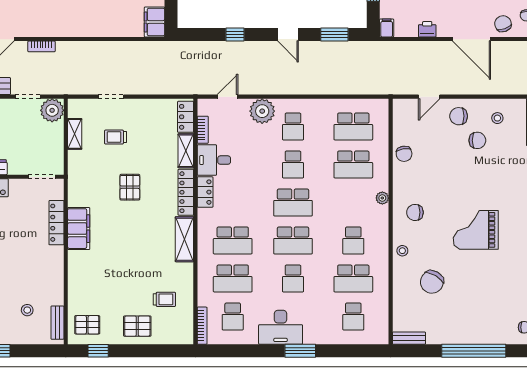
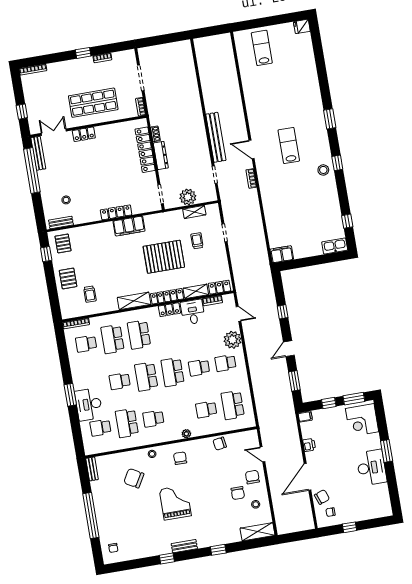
plant: (52, 110) -> (188, 197), moved
school desk: (353, 164) -> (206, 410), width x0.54
pallet: (130, 187) -> (164, 257), width x2.05, depth x2.00
locker: (56, 223) -> (116, 212), moved
desk: (281, 327) -> (89, 404), moved

